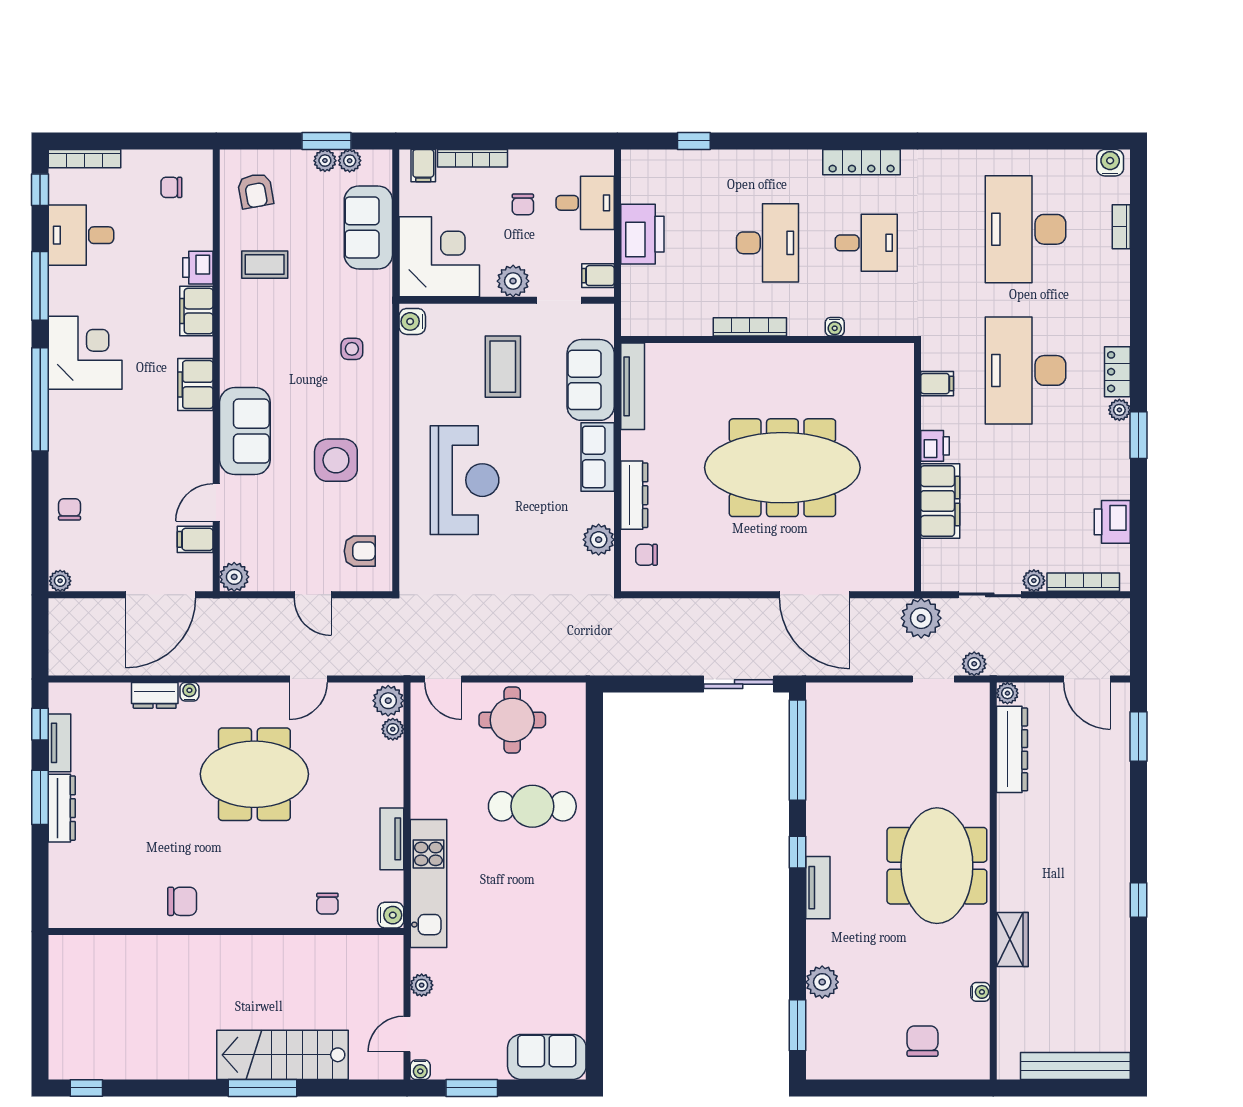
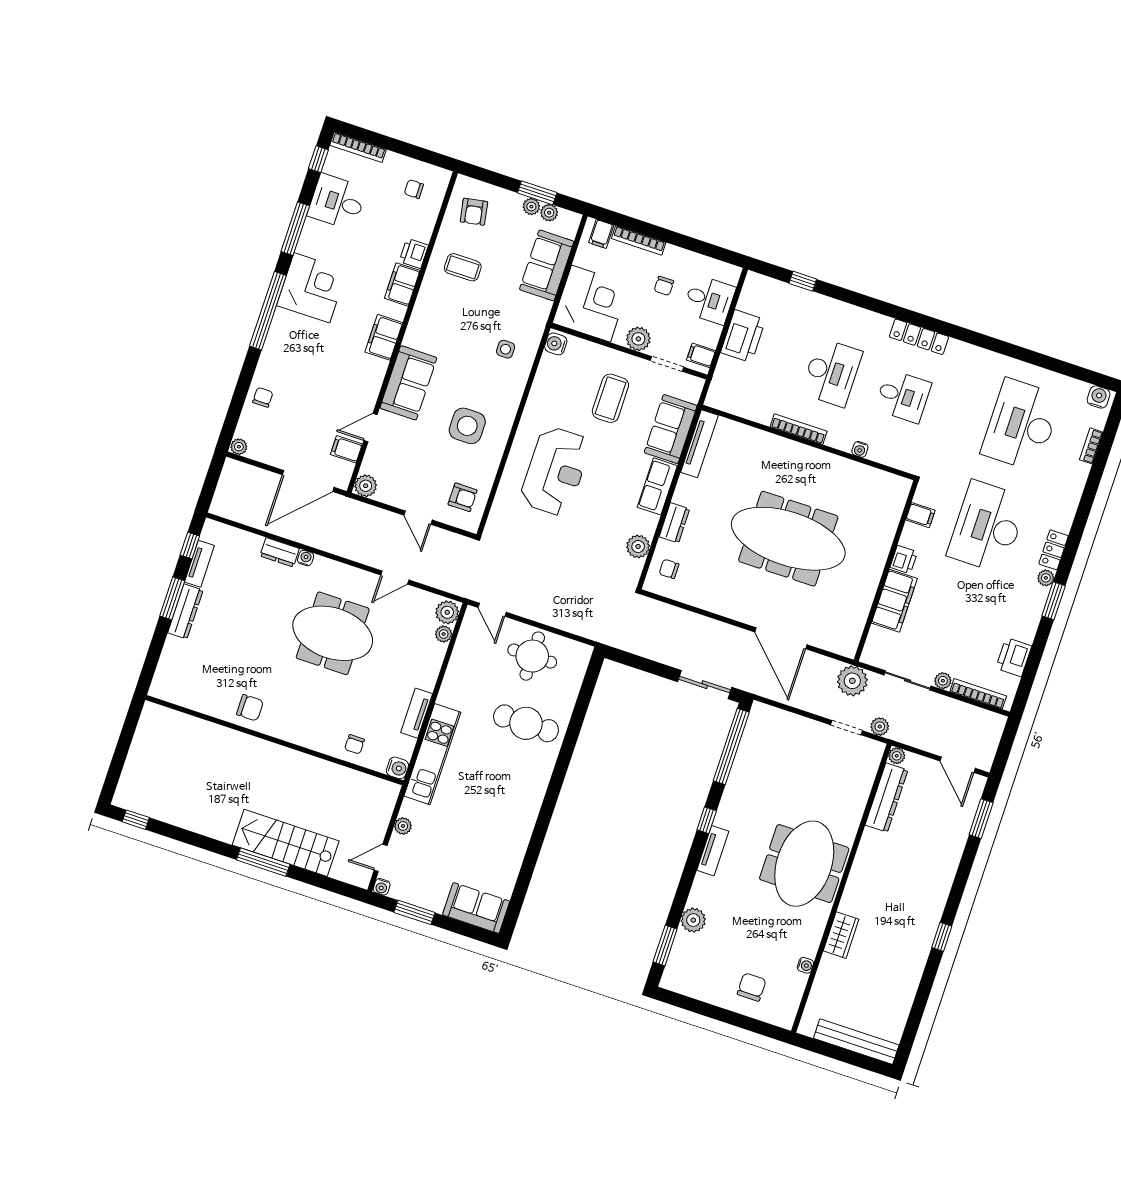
dresser: (634, 495) -> (674, 523), width x0.70

